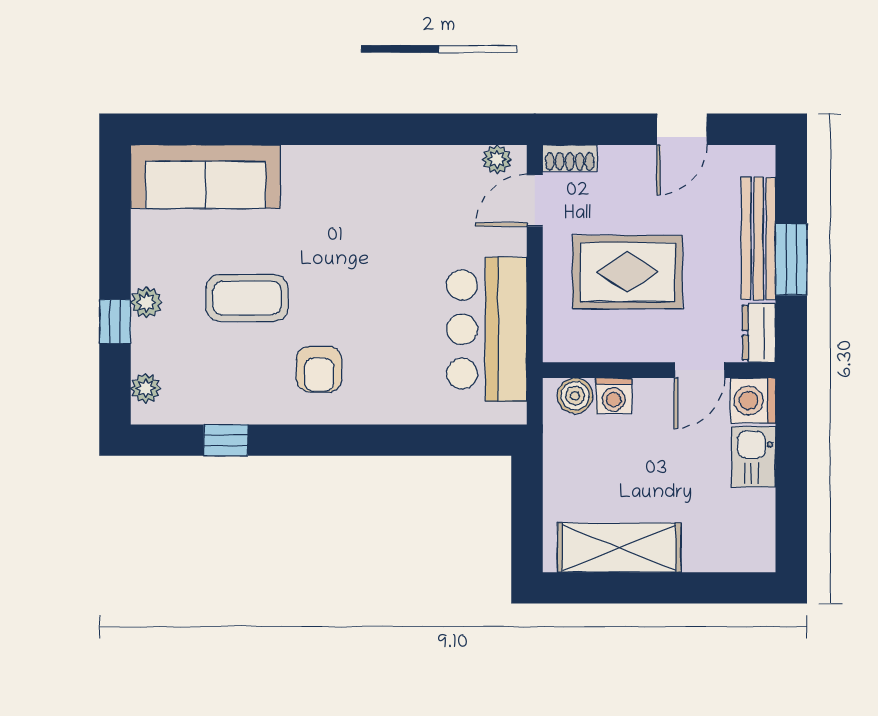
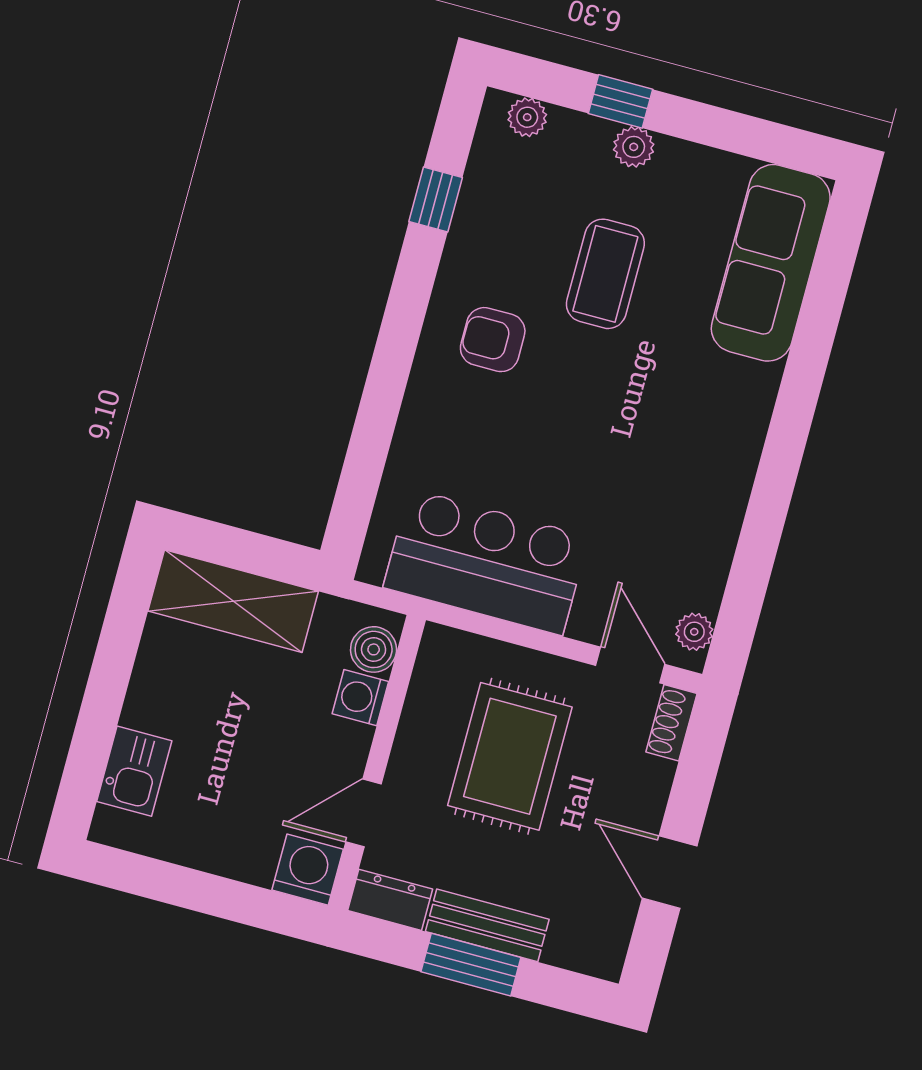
bench: (759, 239) -> (487, 925), width x0.73
door: (699, 370) -> (364, 813), hinge flipped
kitchen sink: (754, 457) -> (134, 771), moved, turned 90
shelving: (619, 548) -> (233, 601), moved, turned 90

